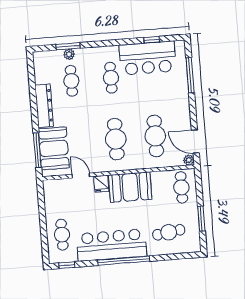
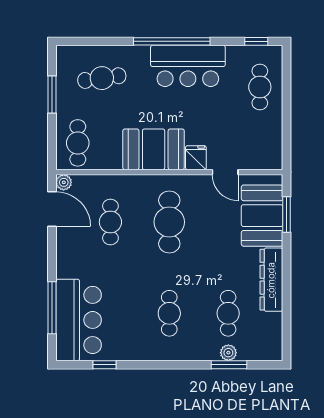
bar counter: (148, 58) -> (79, 320), moved, turned 90
cafe table: (155, 136) -> (110, 222), width x0.73, depth x0.74
window: (37, 150) -> (287, 215), width x0.69
bar counter: (112, 245) -> (188, 66), width x0.73

